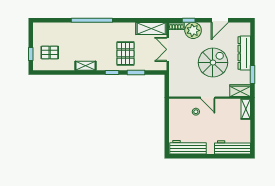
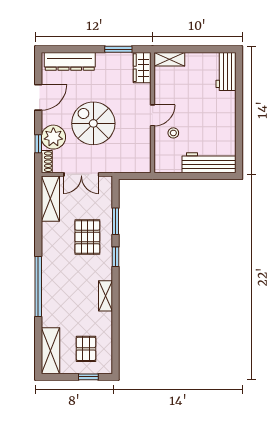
door: (220, 20) -> (38, 97), hinge flipped
shelving: (48, 29) -> (51, 351), added
pallet: (125, 53) -> (87, 237), turned 90
dresser: (244, 53) -> (70, 61), moved
spiral stairs: (213, 63) -> (93, 123), moved
workbench: (188, 147) -> (209, 163), moved, turned 90
workbench: (233, 147) -> (226, 72), width x0.73

